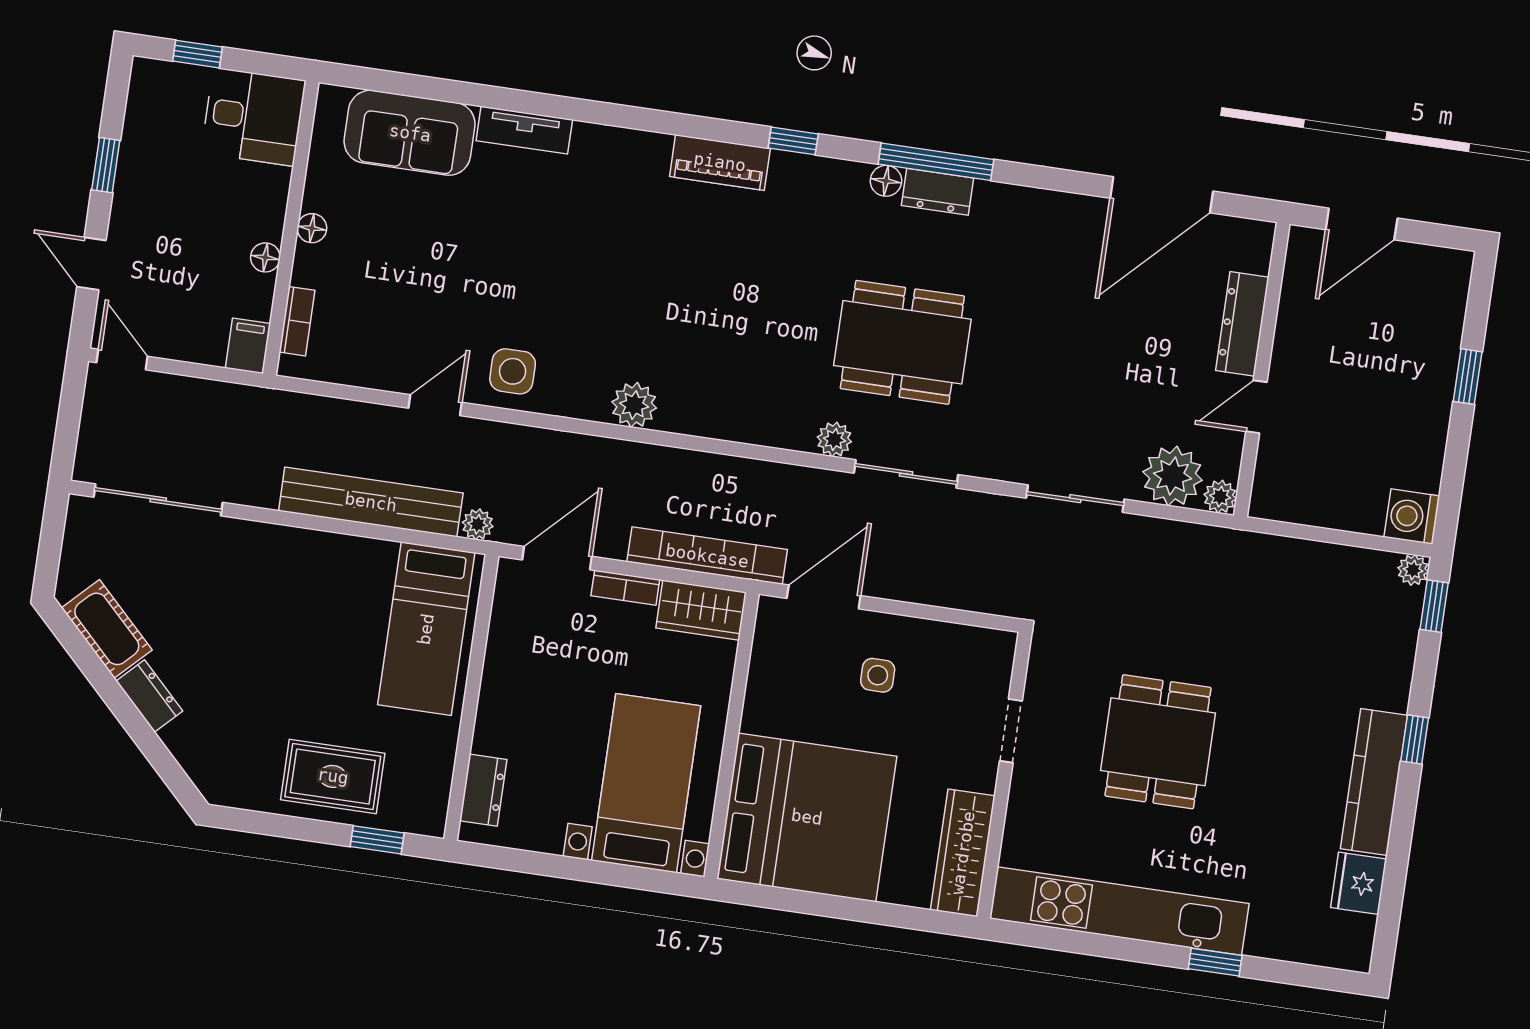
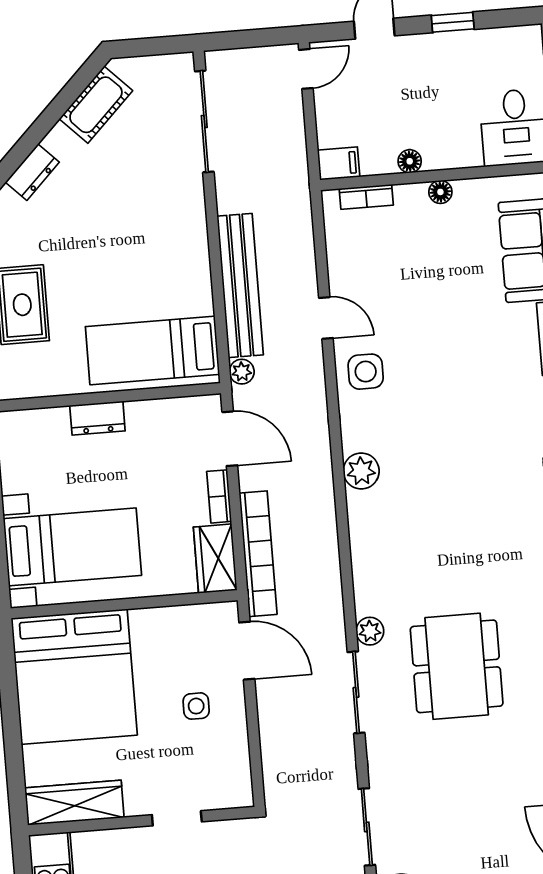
dresser: (149, 696) -> (32, 172), moved
dresser: (483, 790) -> (97, 418), moved

